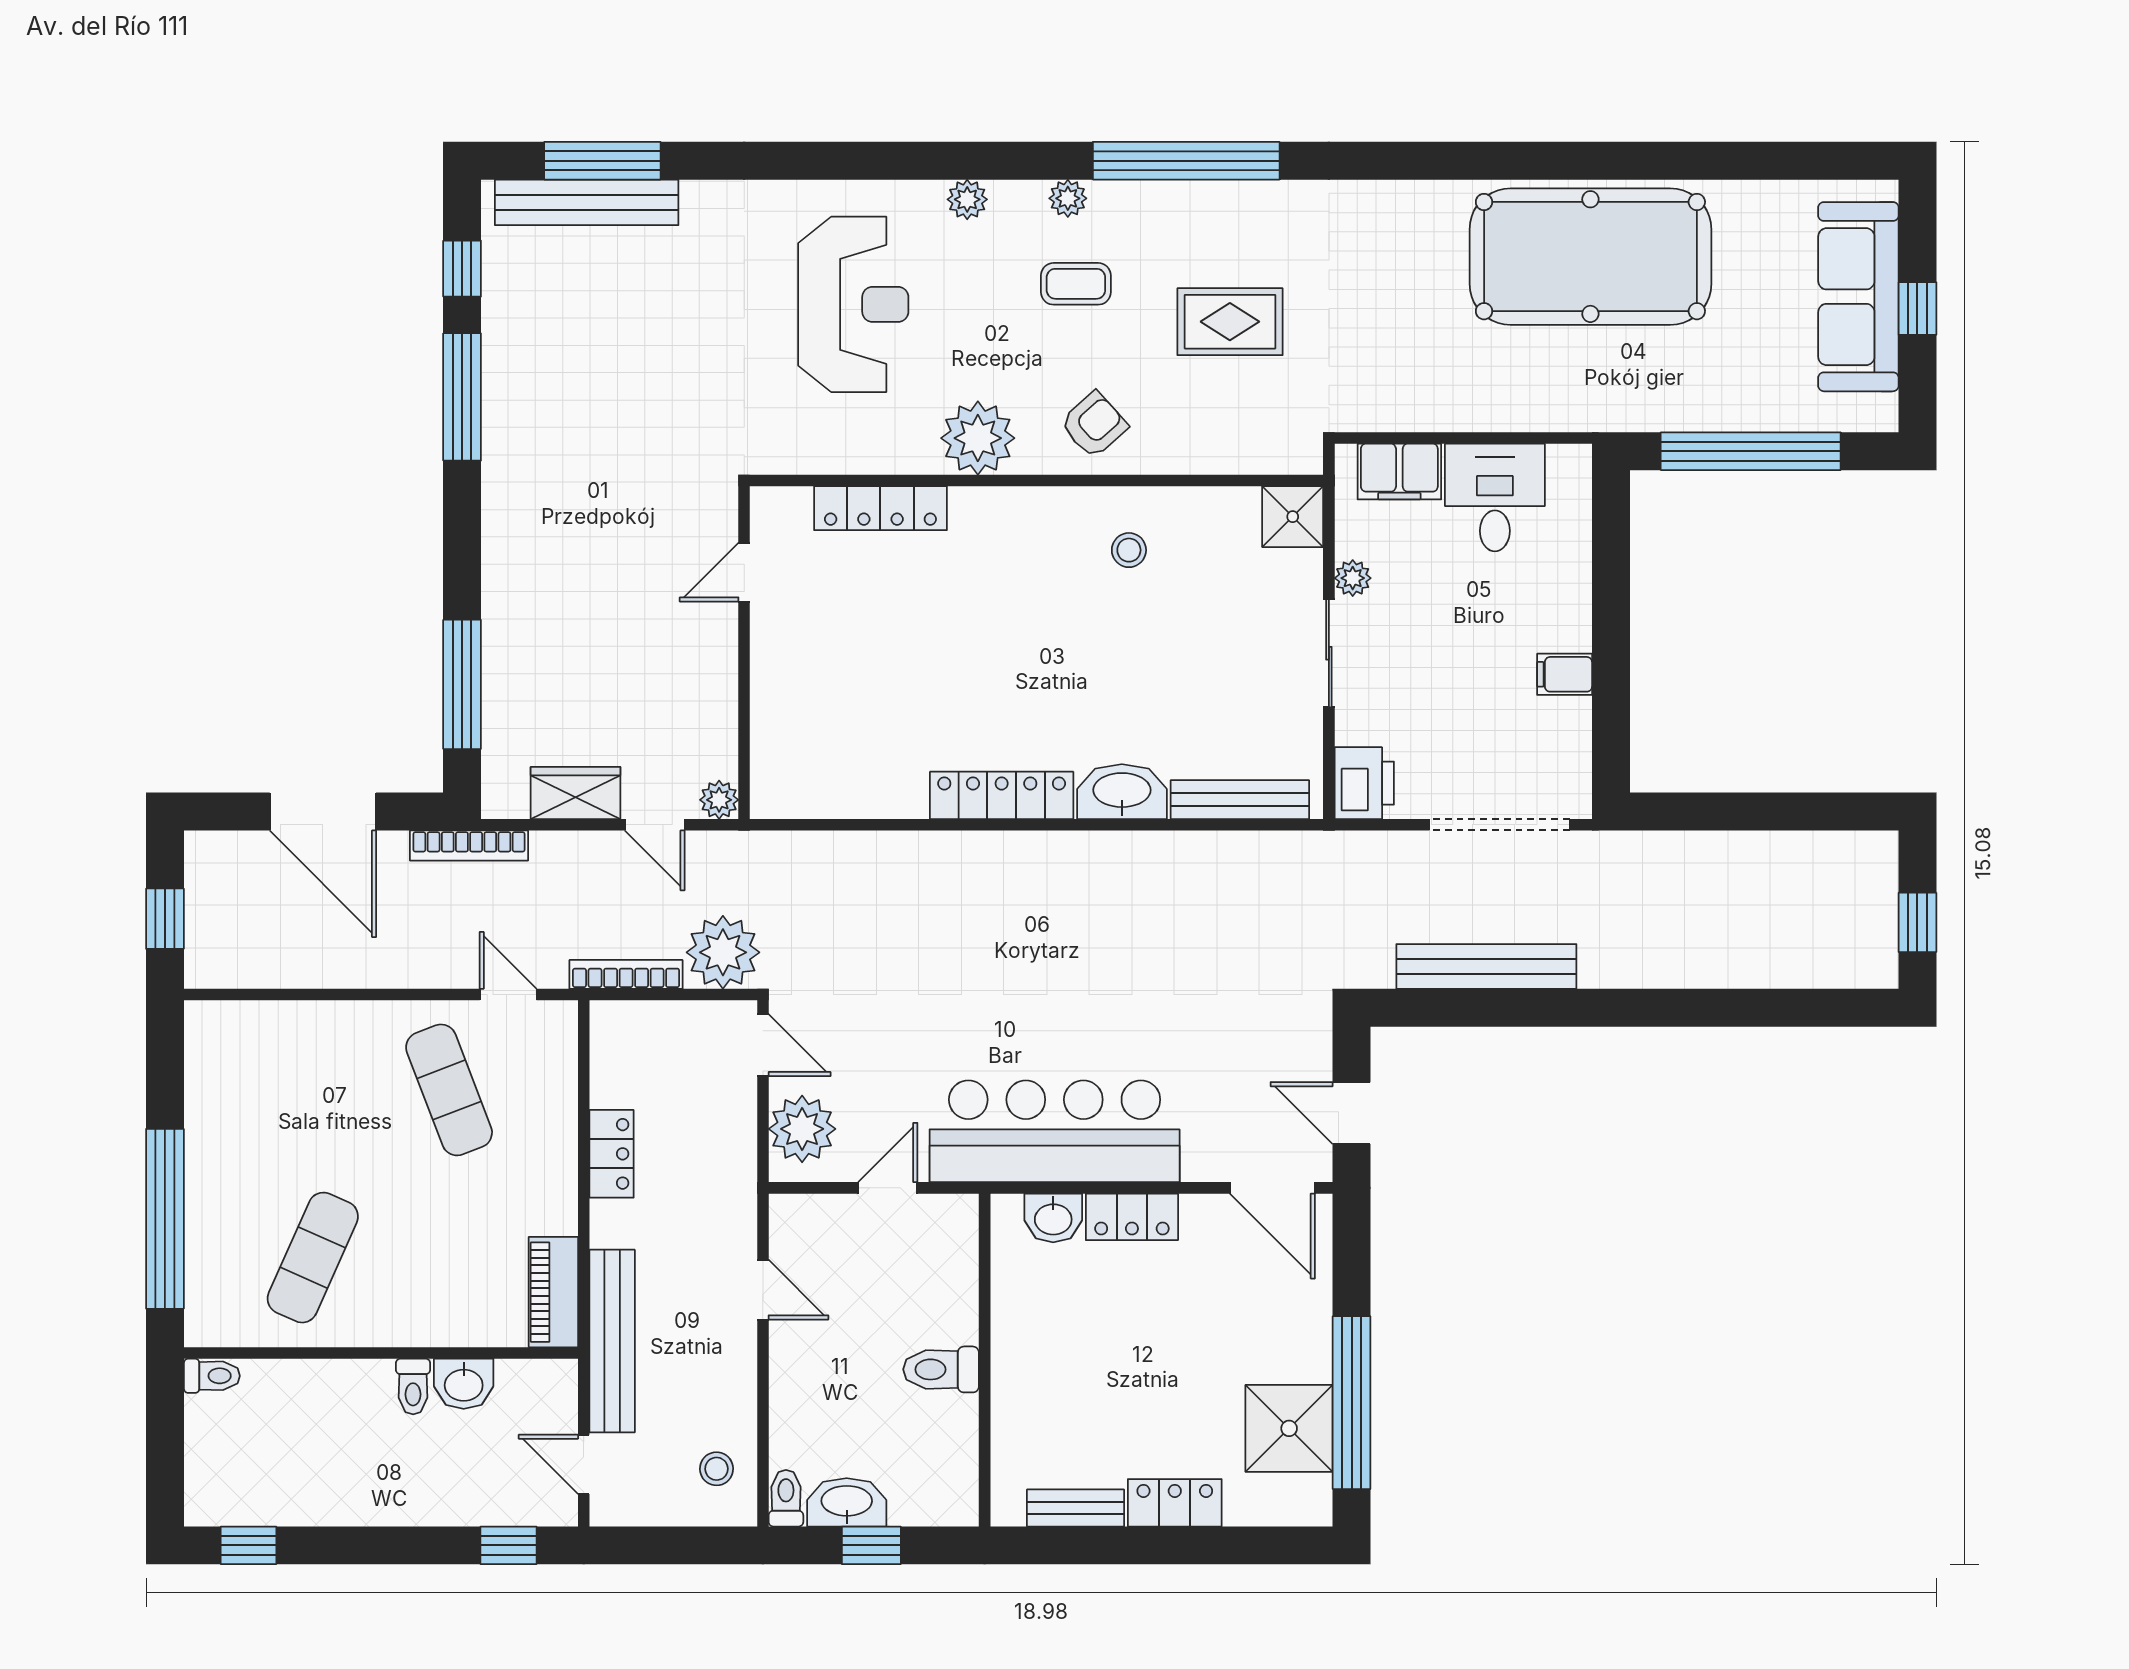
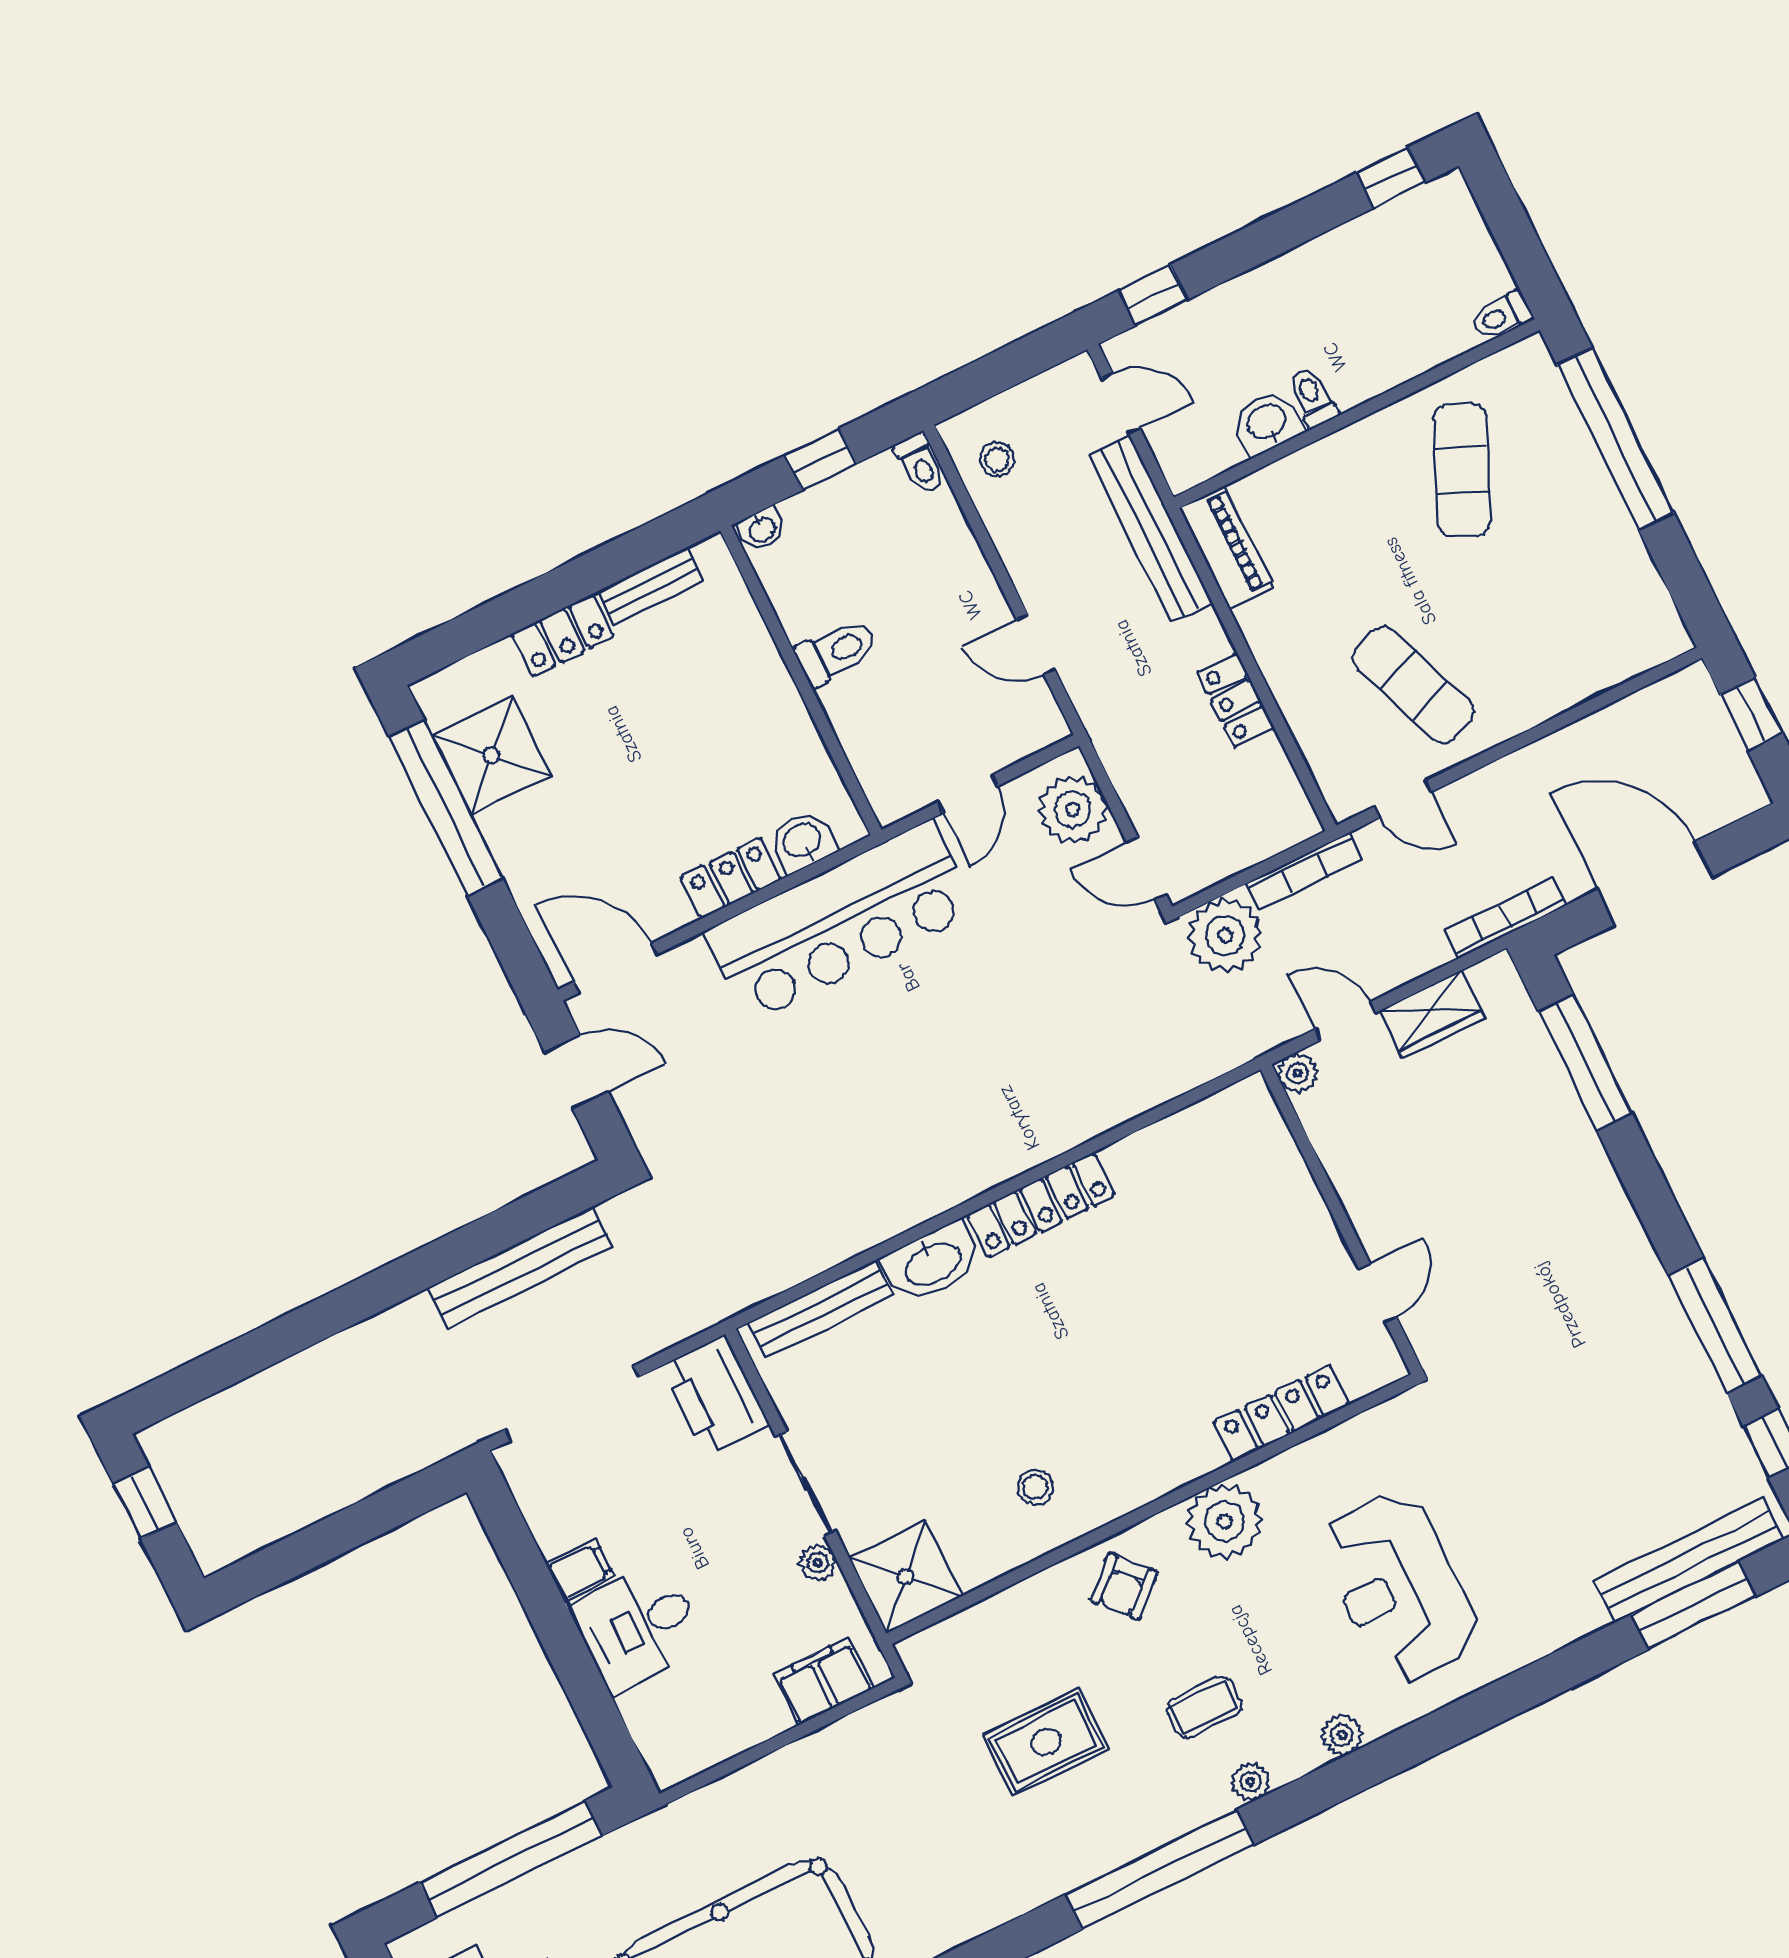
desk: (1495, 498) -> (638, 1627), moved, turned 90
shower: (1293, 517) -> (906, 1577), width x1.36, depth x1.36
printer: (1364, 783) -> (715, 1395), width x1.37, depth x1.19
washbasin: (847, 1502) -> (762, 529), moved, width x0.52, depth x0.69

